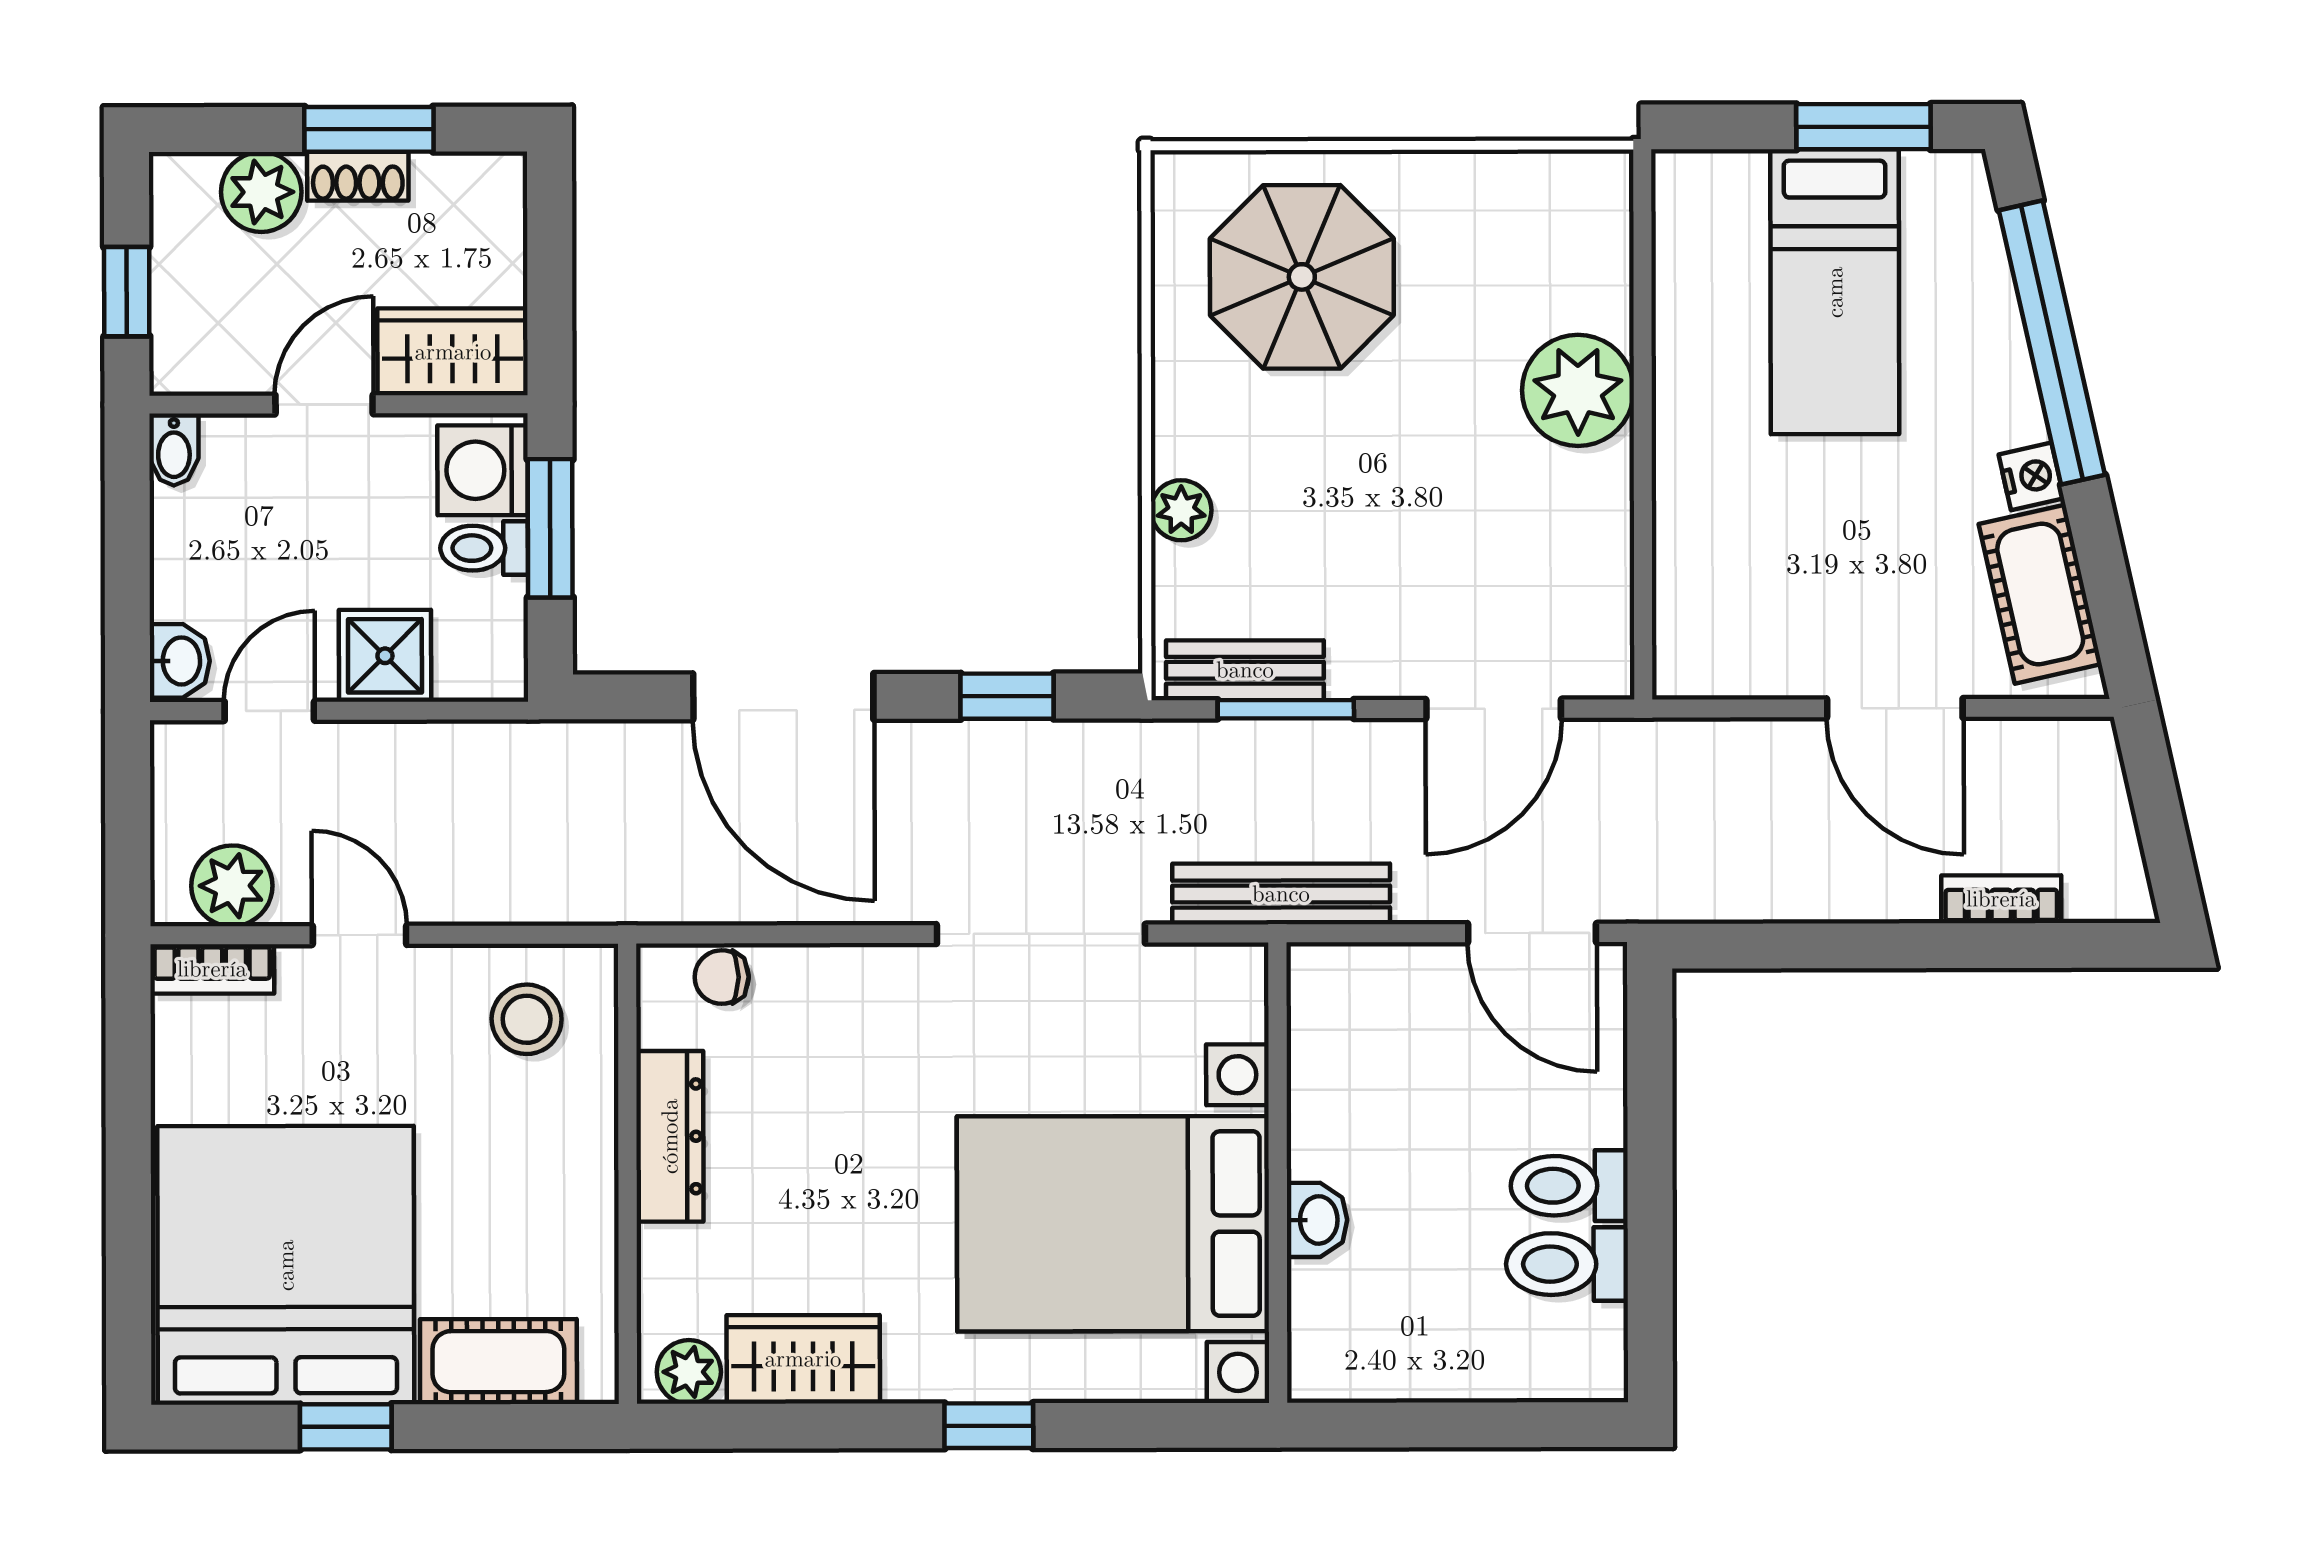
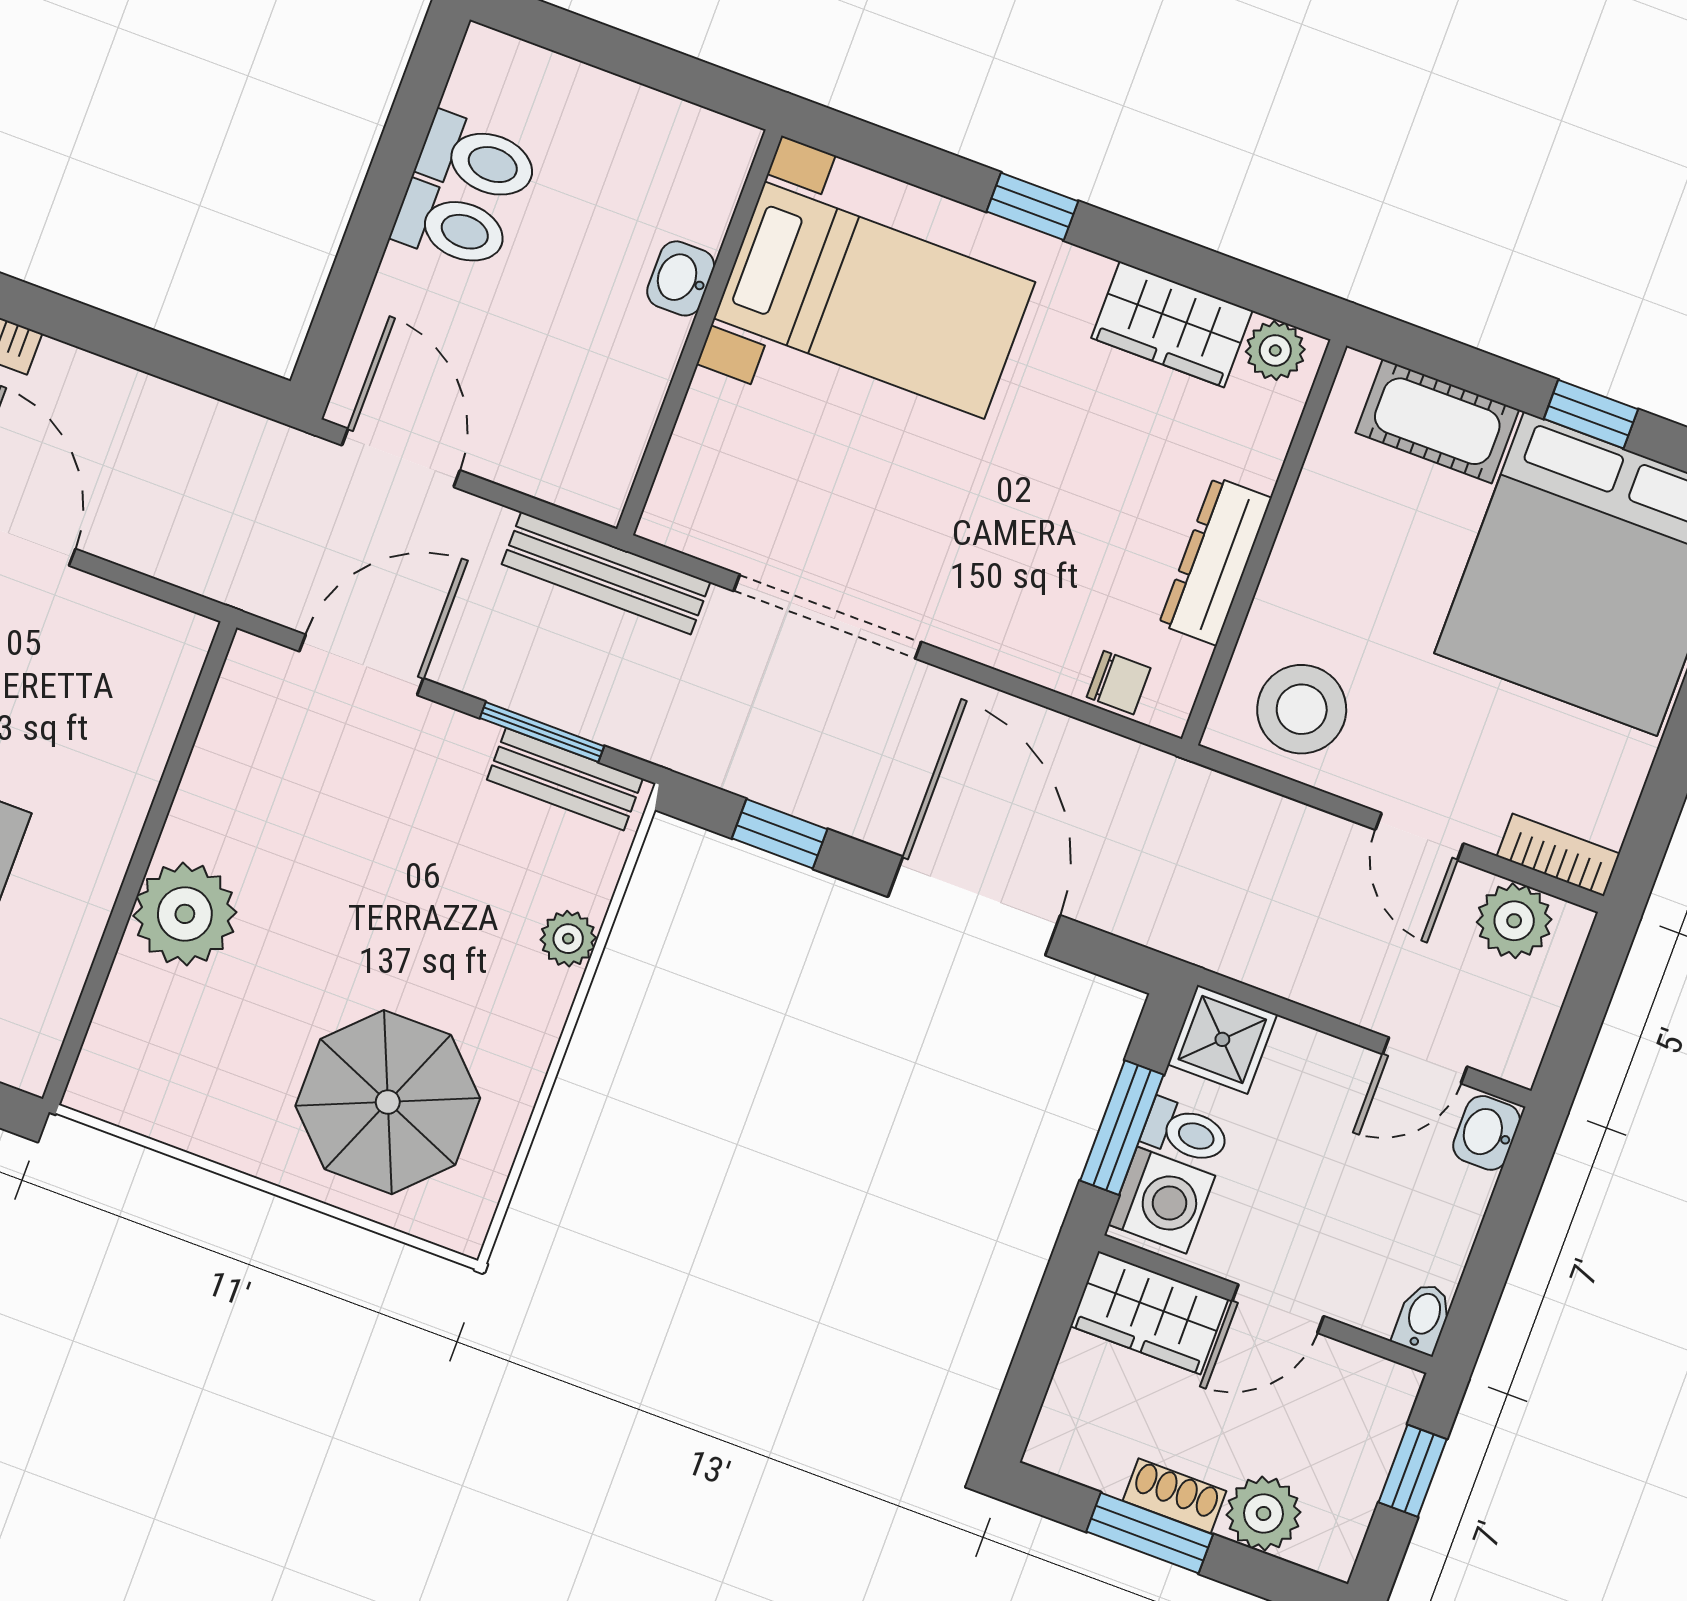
shower: (385, 656) -> (1222, 1039), moved
stool: (527, 1019) -> (1302, 709), width x1.38, depth x1.38
bed with nightstands: (1113, 1224) -> (874, 300), width x0.73

